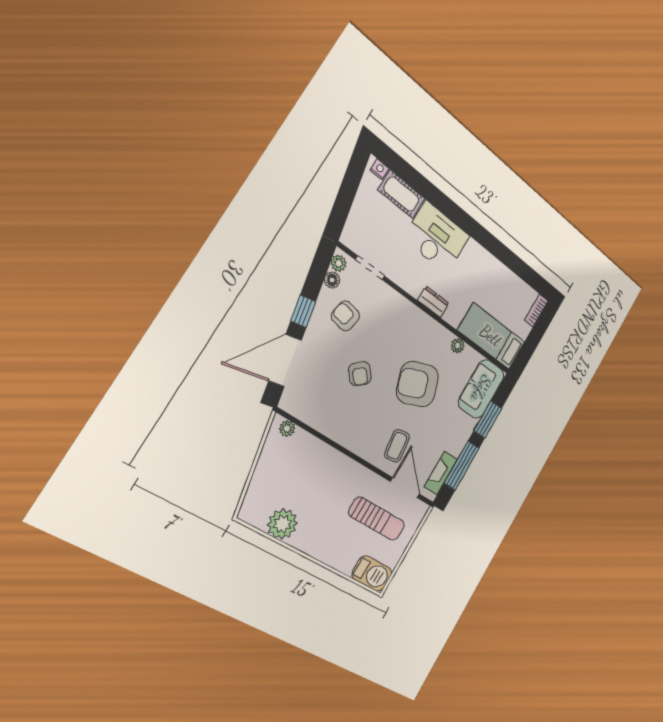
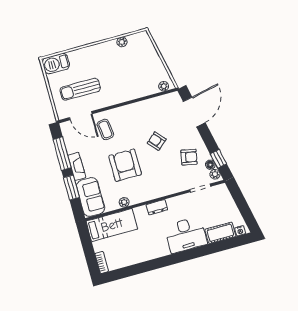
window: (303, 311) -> (218, 159), moved
armchair: (417, 384) -> (125, 165), turned -70
fireplace: (441, 473) -> (77, 166), moved
plant: (282, 524) -> (122, 42), width x0.53, depth x0.53

